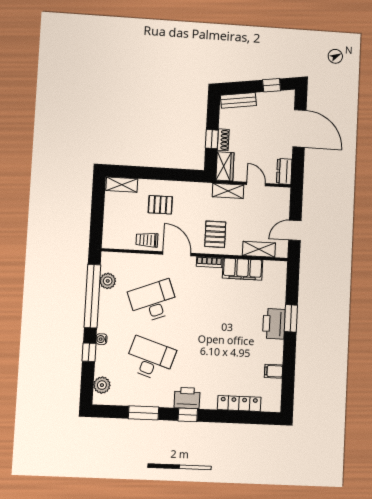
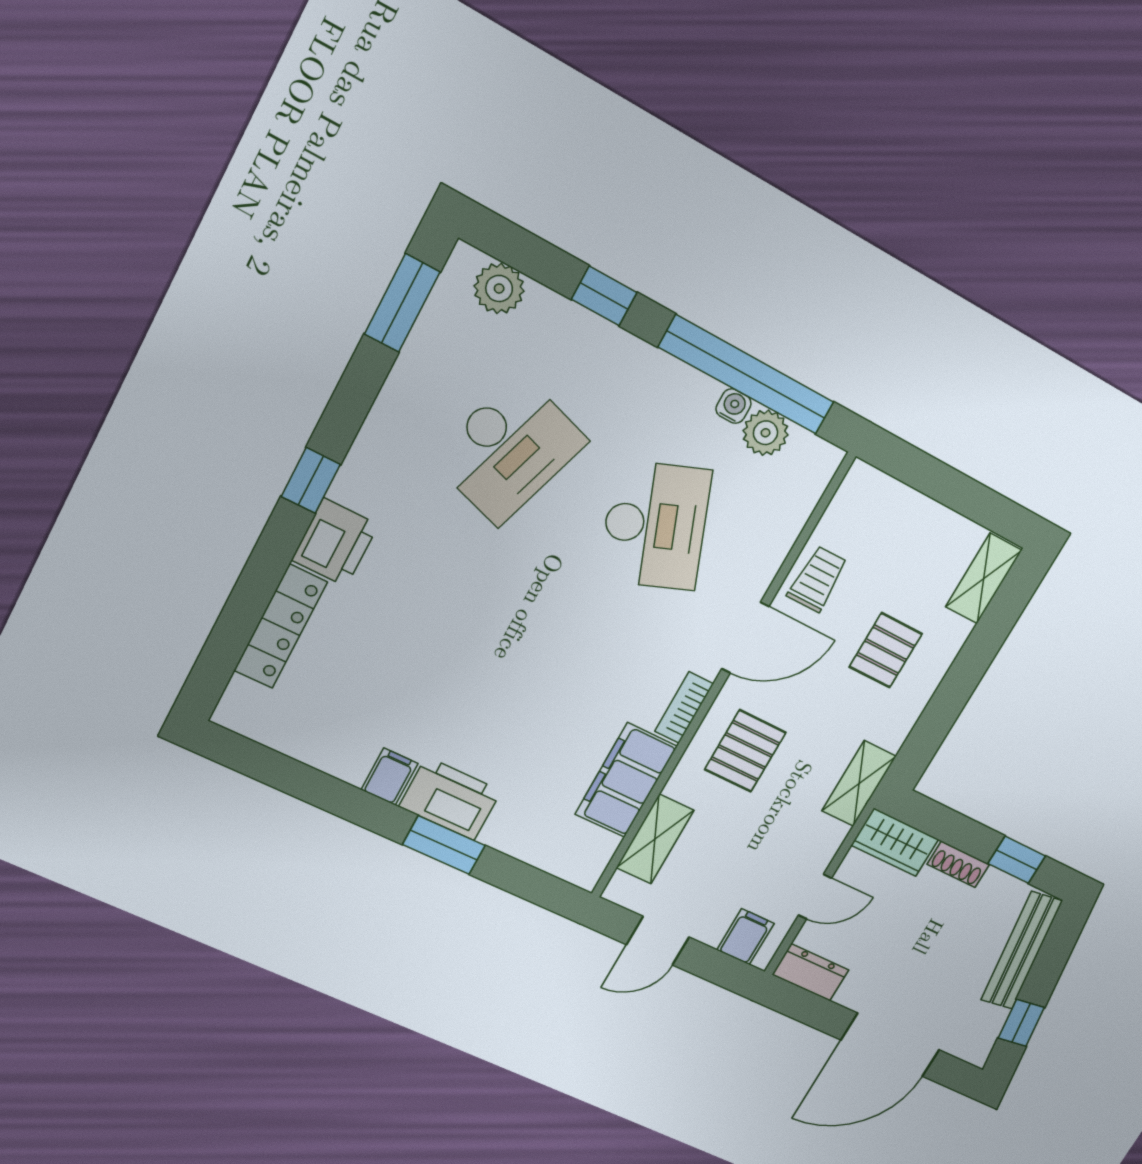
bench: (238, 100) -> (1022, 951), width x1.36
window: (212, 139) -> (1017, 860), moved
shelving: (228, 191) -> (859, 784), moved
filing cabinet: (281, 201) -> (745, 937), added
door: (295, 230) -> (658, 941), swing flipped
pallet: (215, 234) -> (745, 751), turned 90
water cooler: (101, 339) -> (734, 406), moved
filing cabinet: (274, 371) -> (390, 777), moved
printer: (187, 398) -> (335, 542), moved
window: (144, 413) -> (402, 303), moved

